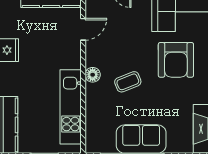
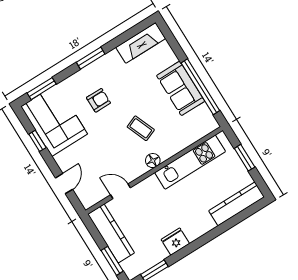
armchair: (176, 60) -> (98, 100), width x0.53, depth x0.53

